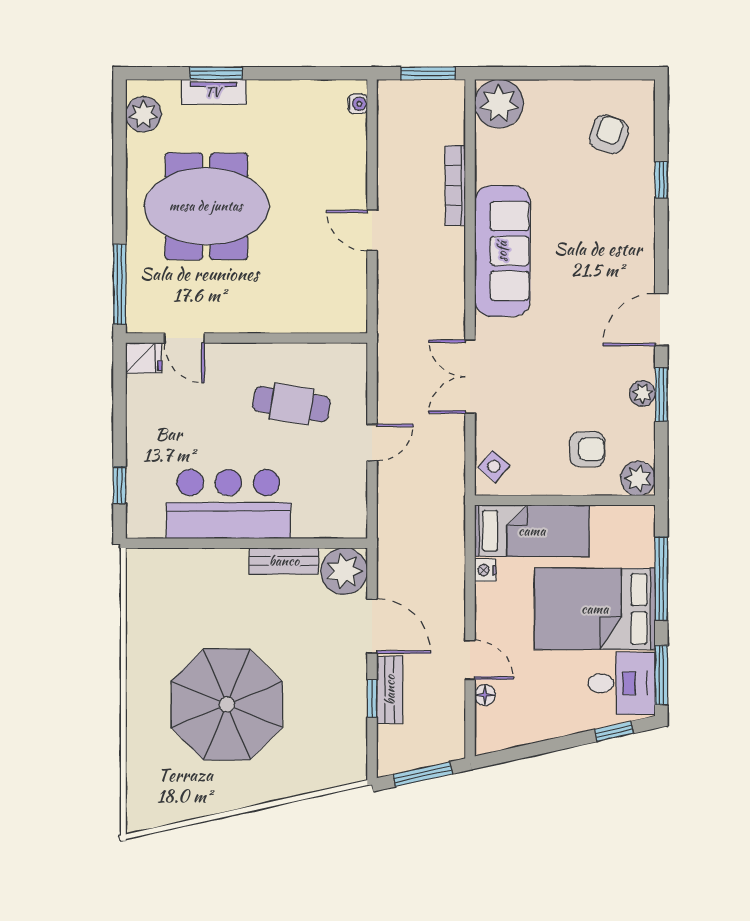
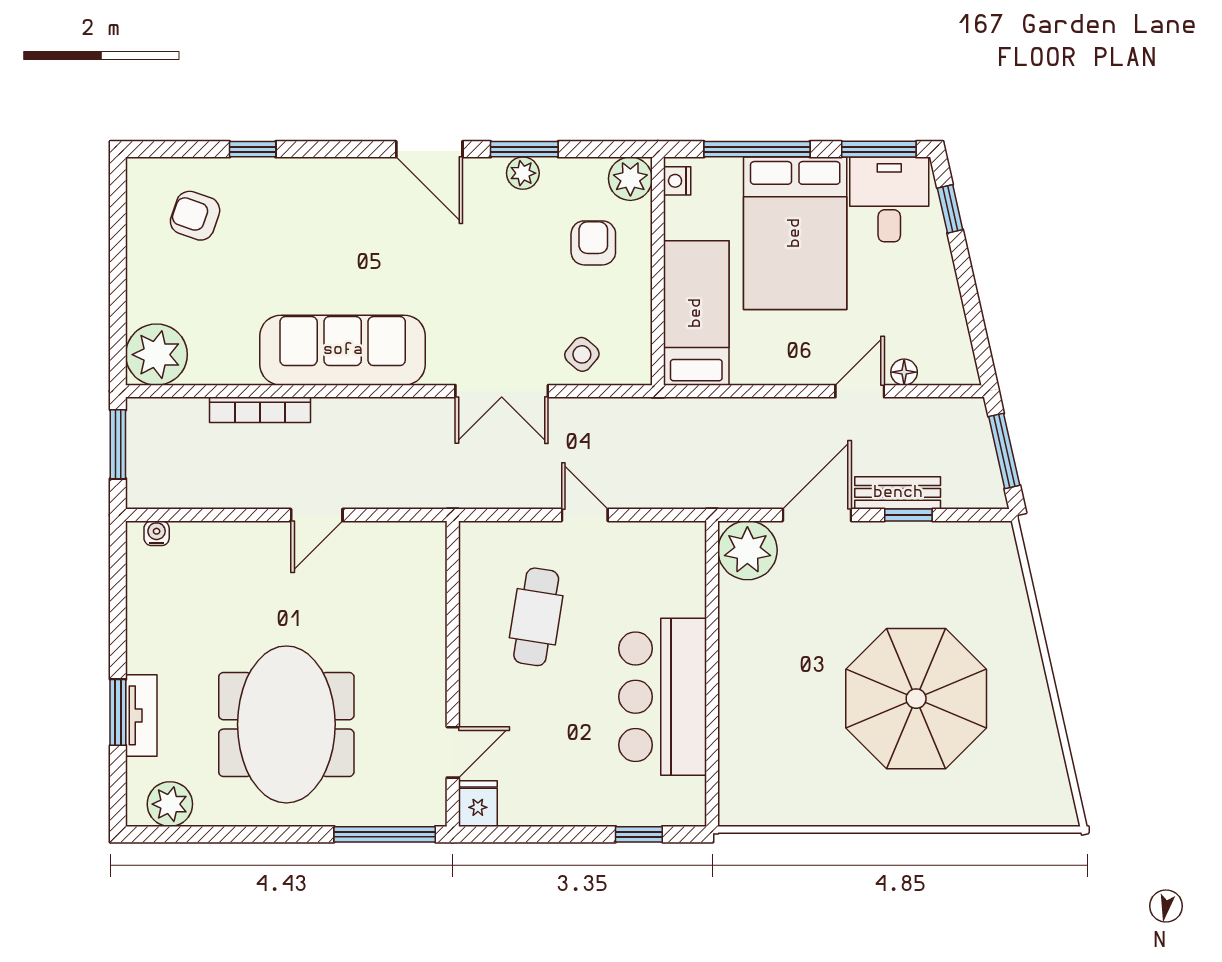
side table: (494, 466) -> (582, 354), moved
bench: (284, 561) -> (735, 627), removed
nightstand: (485, 570) -> (677, 181), moved, turned 90

